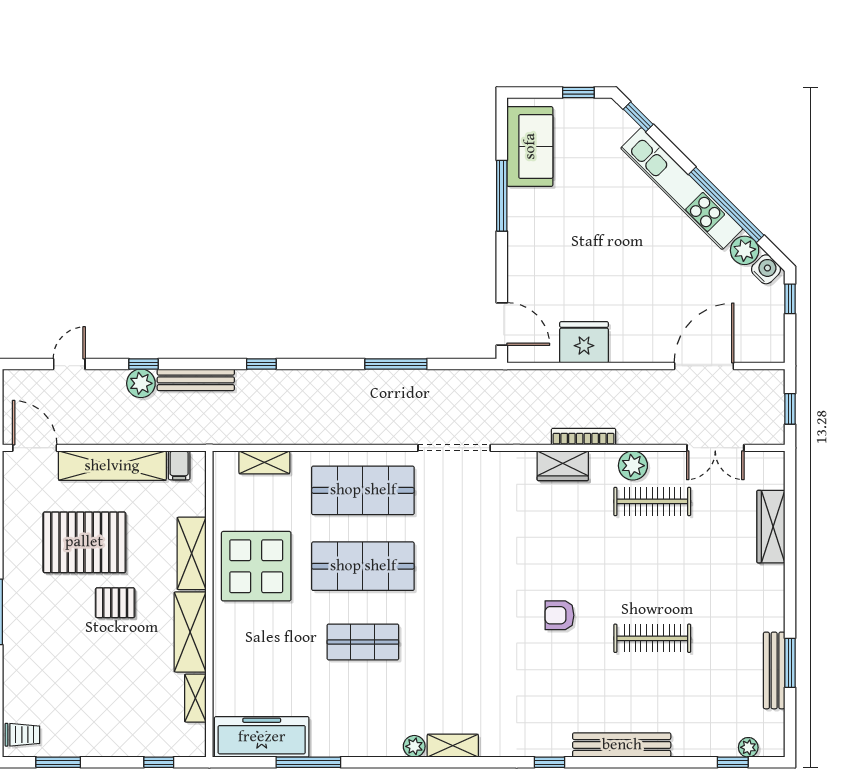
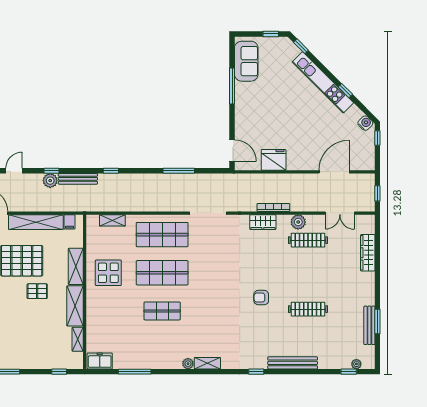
window: (726, 205) -> (345, 91), width x0.32
plant: (745, 250) -> (355, 114), removed
display table: (256, 566) -> (108, 273), width x0.73, depth x0.73
freezer: (262, 737) -> (100, 361), width x0.52, depth x0.79

